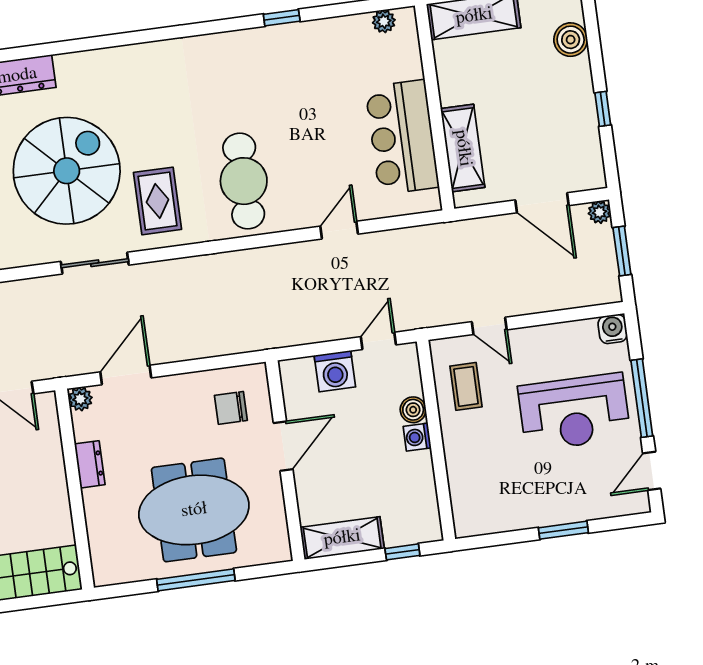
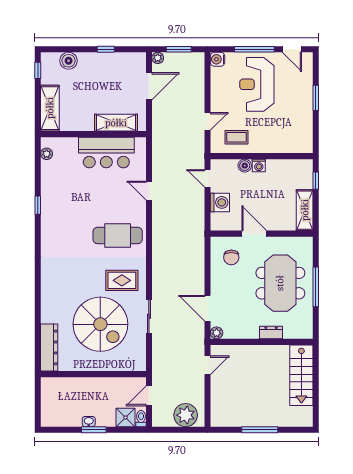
spiral stairs: (67, 171) -> (100, 324), turned 180
reception desk: (574, 412) -> (257, 84), turned 180
dresser: (90, 464) -> (271, 333), moved

